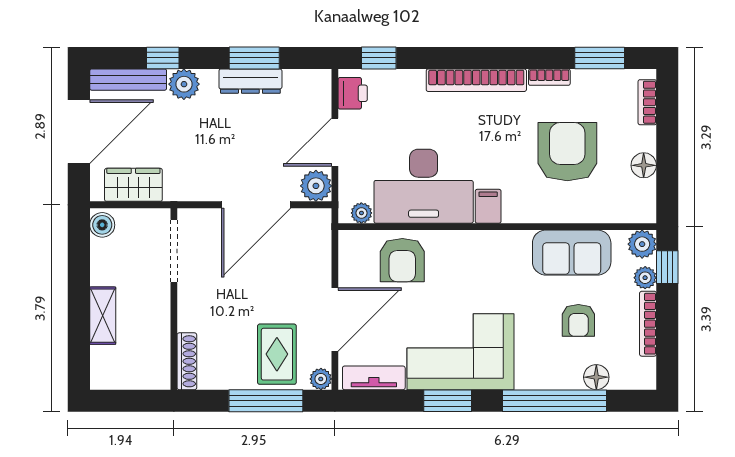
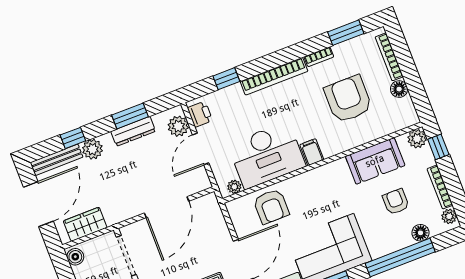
window: (379, 58) -> (226, 79), moved
bookcase: (647, 102) -> (389, 57), width x1.56
plant: (316, 186) -> (178, 126), moved
plant: (645, 278) -> (449, 216), moved
armchair: (578, 320) -> (396, 202), turned 180

